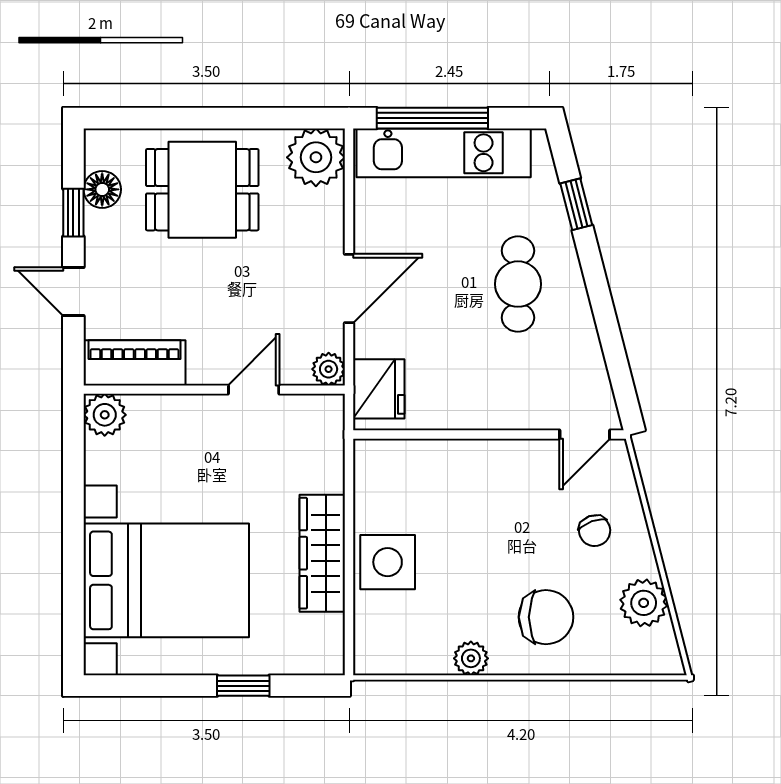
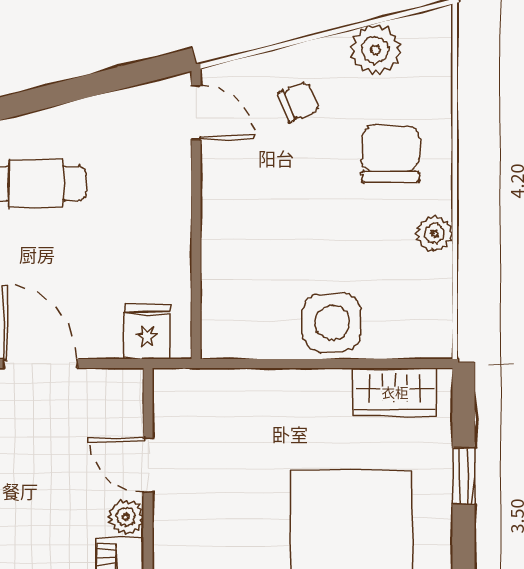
plant: (329, 369) -> (126, 517), moved
fridge: (379, 389) -> (147, 332), width x0.72
wardrobe: (322, 553) -> (395, 392), moved, width x0.67

